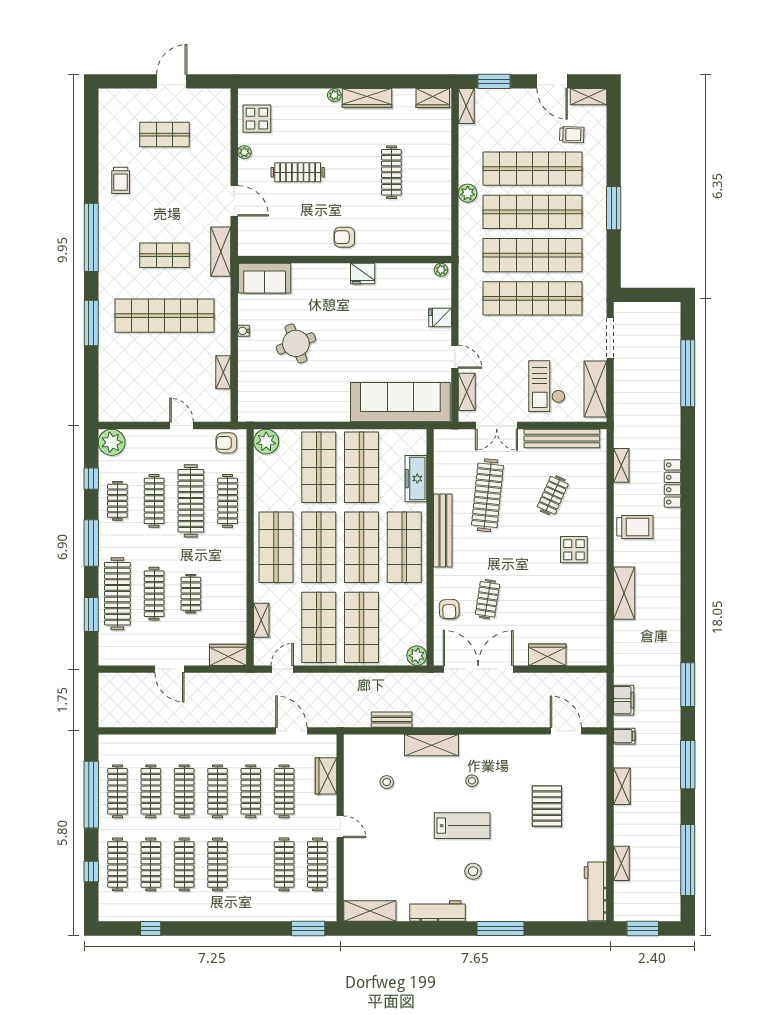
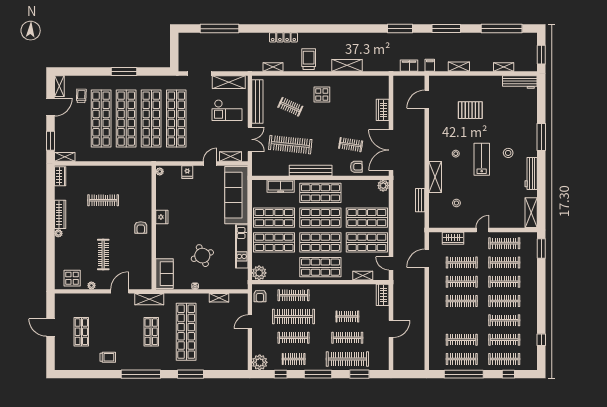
plant: (468, 193) -> (115, 156), removed
kitchen unit: (312, 411) -> (242, 246), added
clothes rail: (184, 791) -> (504, 282), moved

